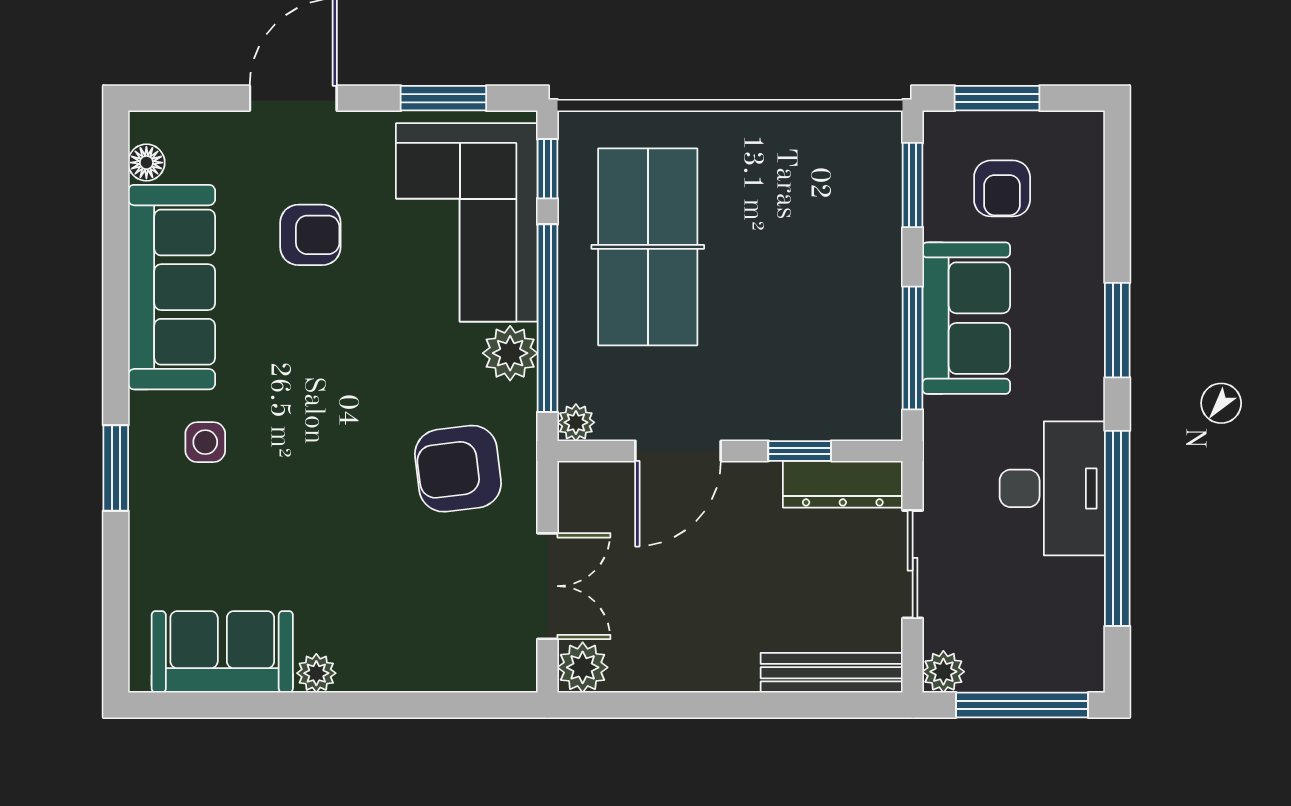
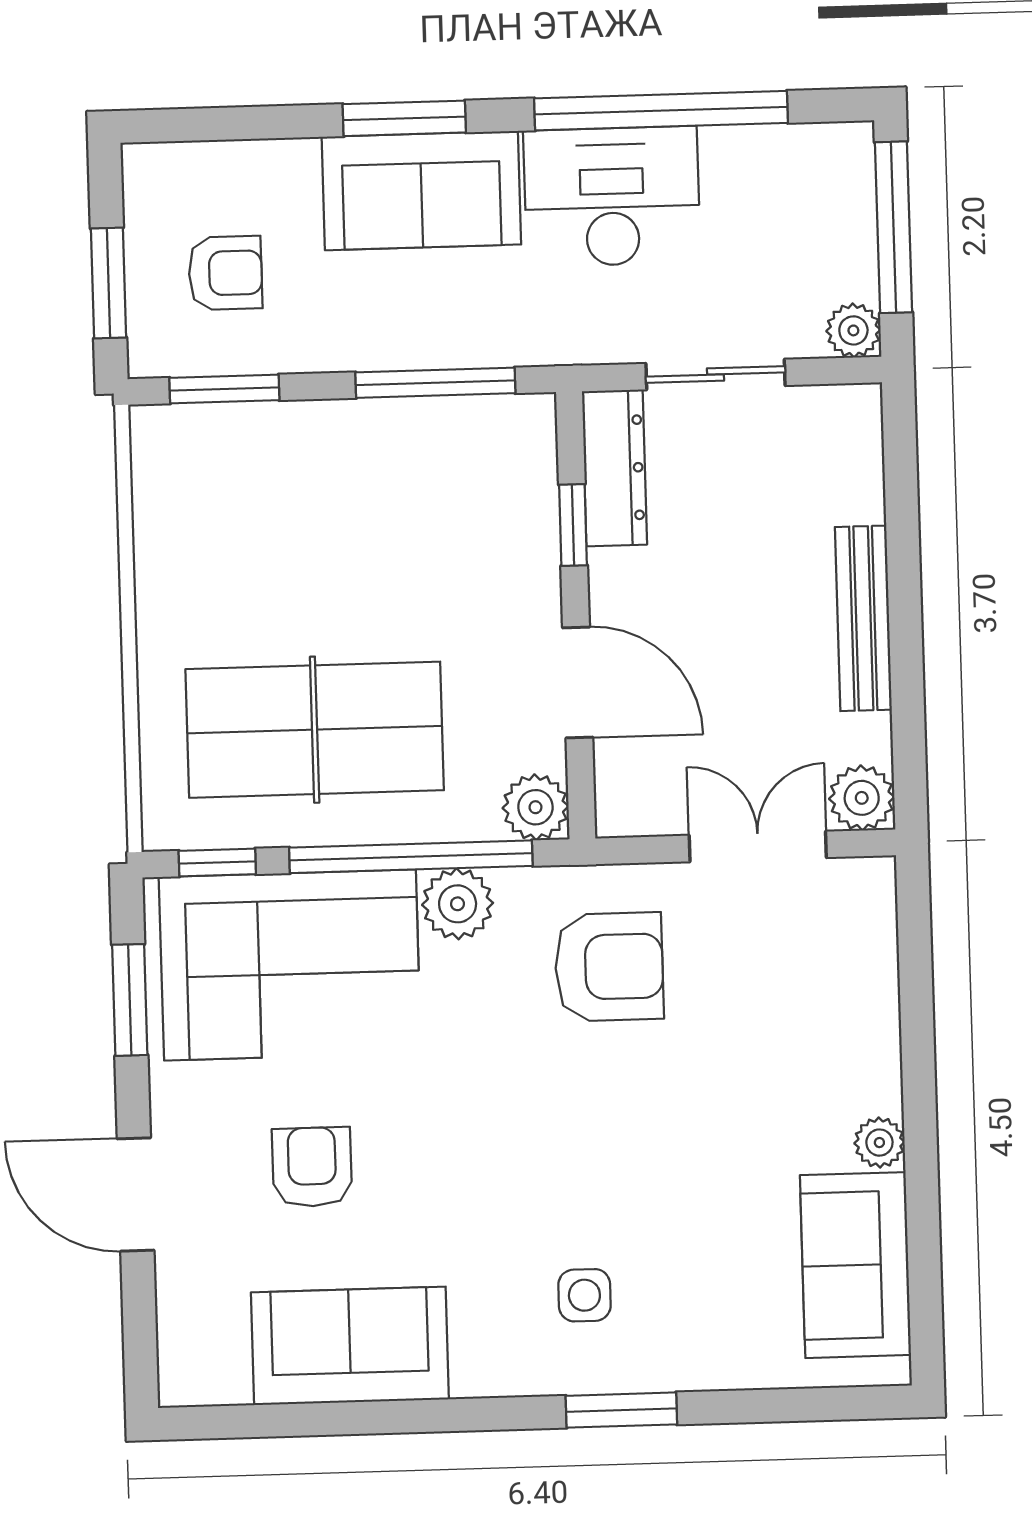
floor lamp: (146, 163) -> (225, 1382), removed
sofa: (172, 287) -> (350, 1346), width x0.73
sofa: (966, 318) -> (421, 191), moved, turned 180
plant: (576, 422) -> (535, 807), width x1.38, depth x1.38
armchair: (458, 469) -> (609, 967), turned -83
bench: (832, 673) -> (863, 618), moved

